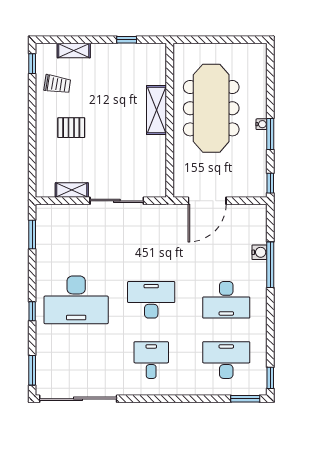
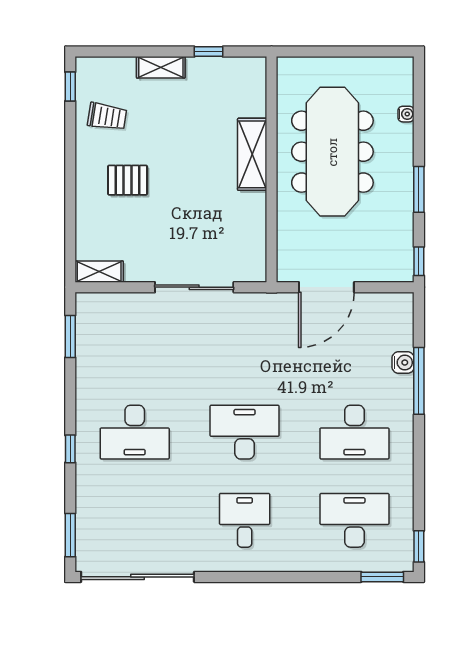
shelving: (74, 51) -> (161, 67), moved
water cooler: (261, 124) -> (406, 114), moved
shelving: (72, 190) -> (99, 272), moved
desk: (76, 300) -> (135, 432), width x0.73, depth x0.77

